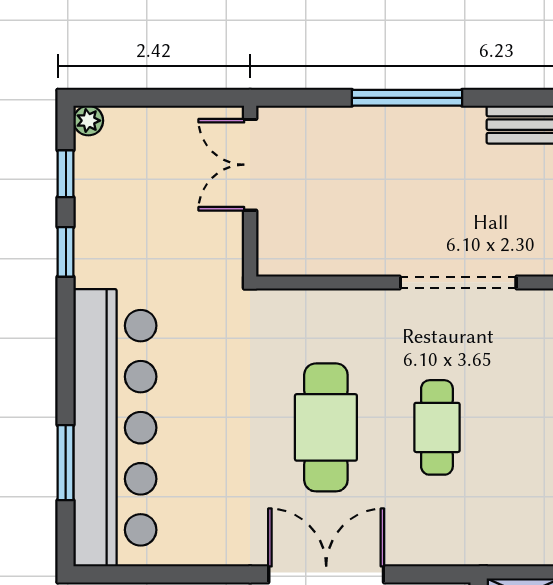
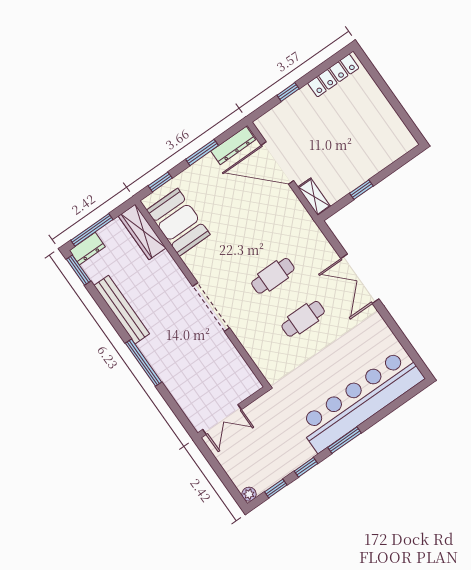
window: (407, 98) -> (143, 363), moved
cafe table: (326, 427) -> (303, 319), width x0.73, depth x0.74
window: (66, 463) -> (344, 440), moved

